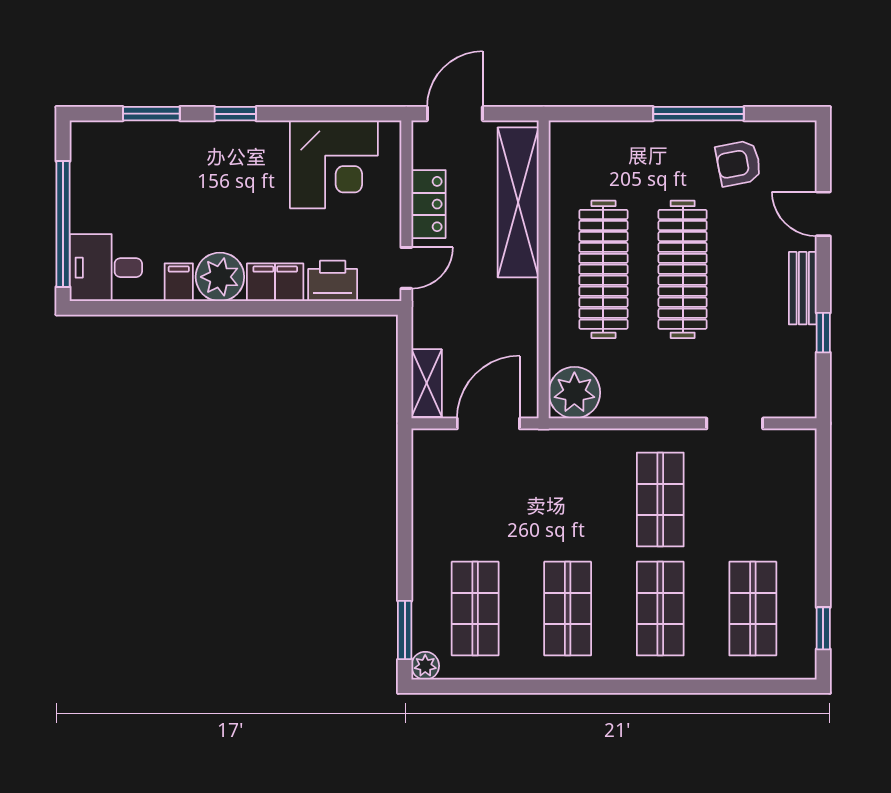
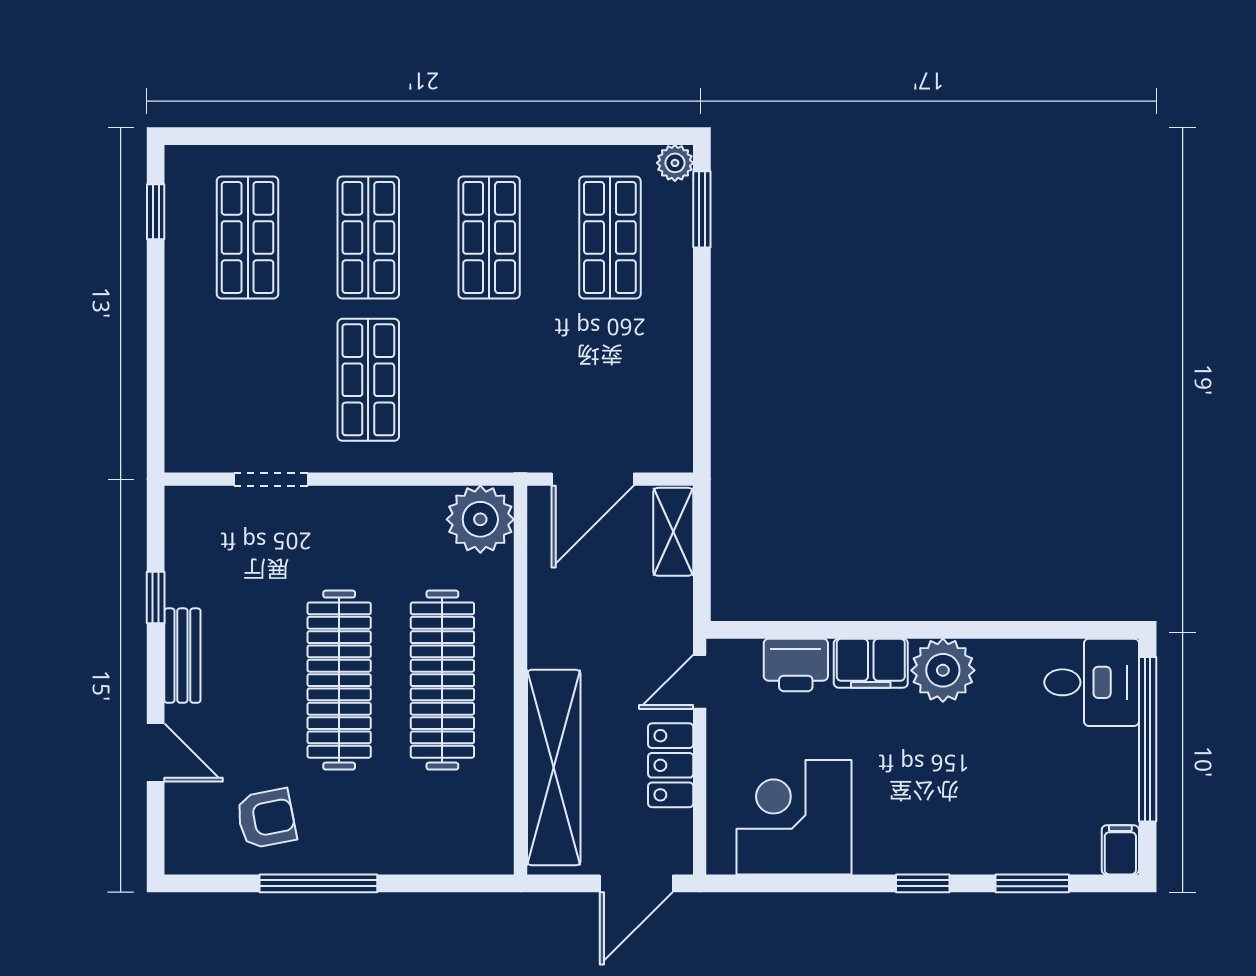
filing cabinet: (179, 282) -> (1120, 850), moved, turned 180

